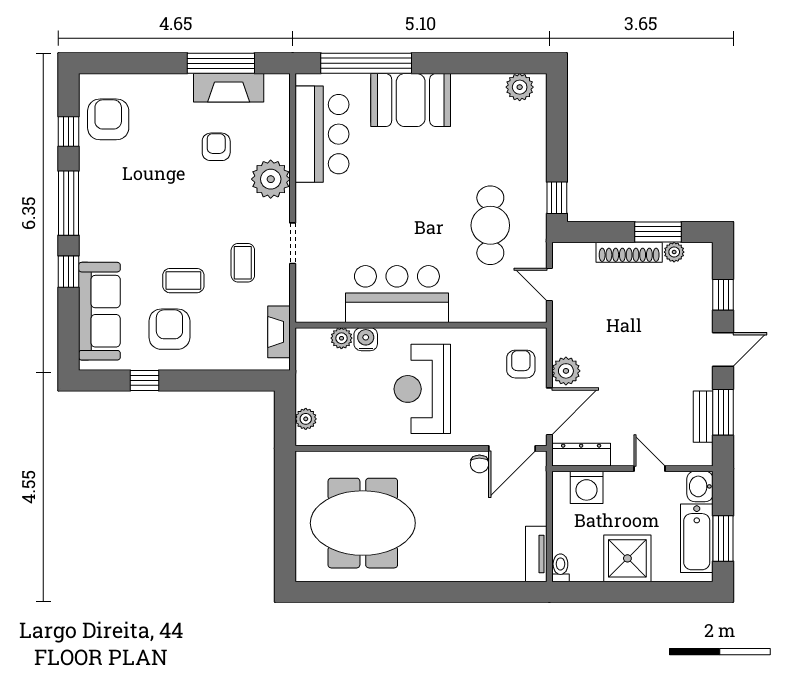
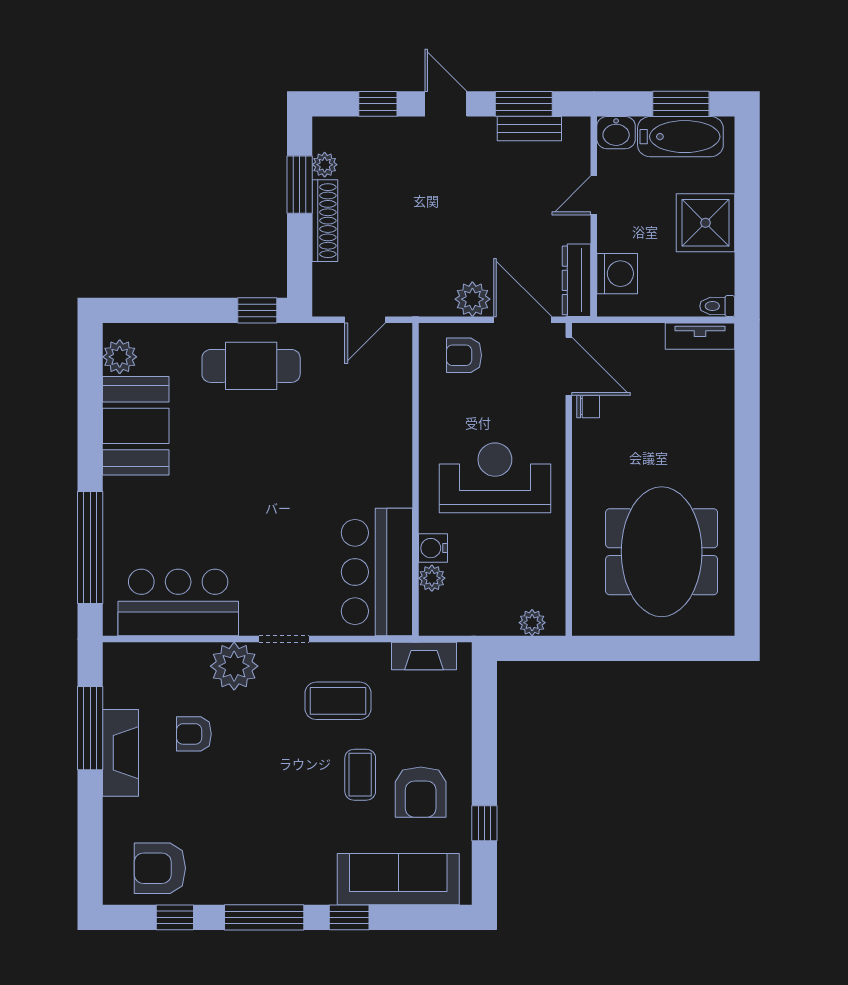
fireplace: (229, 88) -> (120, 753), moved
booth: (411, 100) -> (136, 426), moved
cafe table: (490, 225) -> (251, 366), moved
doorway: (293, 243) -> (284, 639), moved
coffee table: (243, 263) -> (338, 701), width x1.36, depth x1.30
bar counter: (397, 294) -> (377, 572), moved
armchair: (169, 329) -> (421, 792), turned -90
reception desk: (422, 389) -> (495, 478), turned 180

